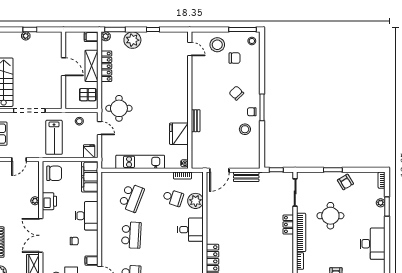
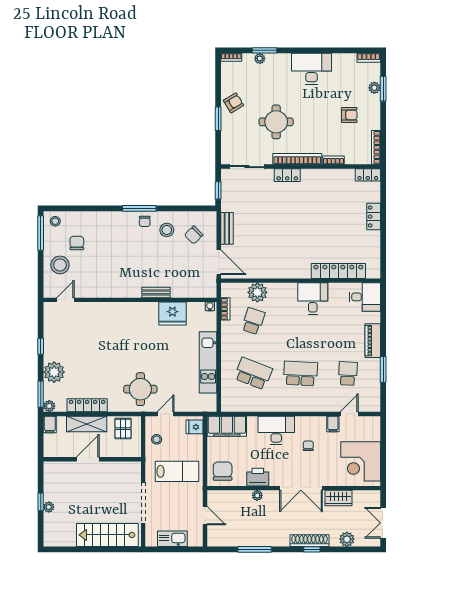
chair: (236, 93) -> (194, 235), moved
desk: (191, 230) -> (313, 299), moved

